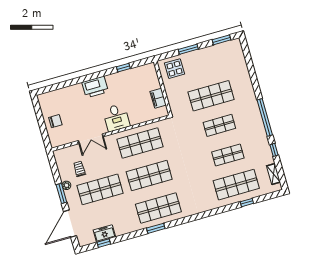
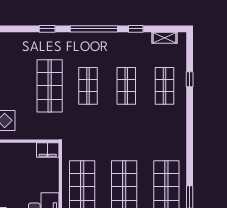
window: (255, 81) -> (47, 29), added
filing cabinet: (158, 98) -> (48, 150), moved
shop shelf: (236, 185) -> (165, 86), width x0.70, depth x0.74

